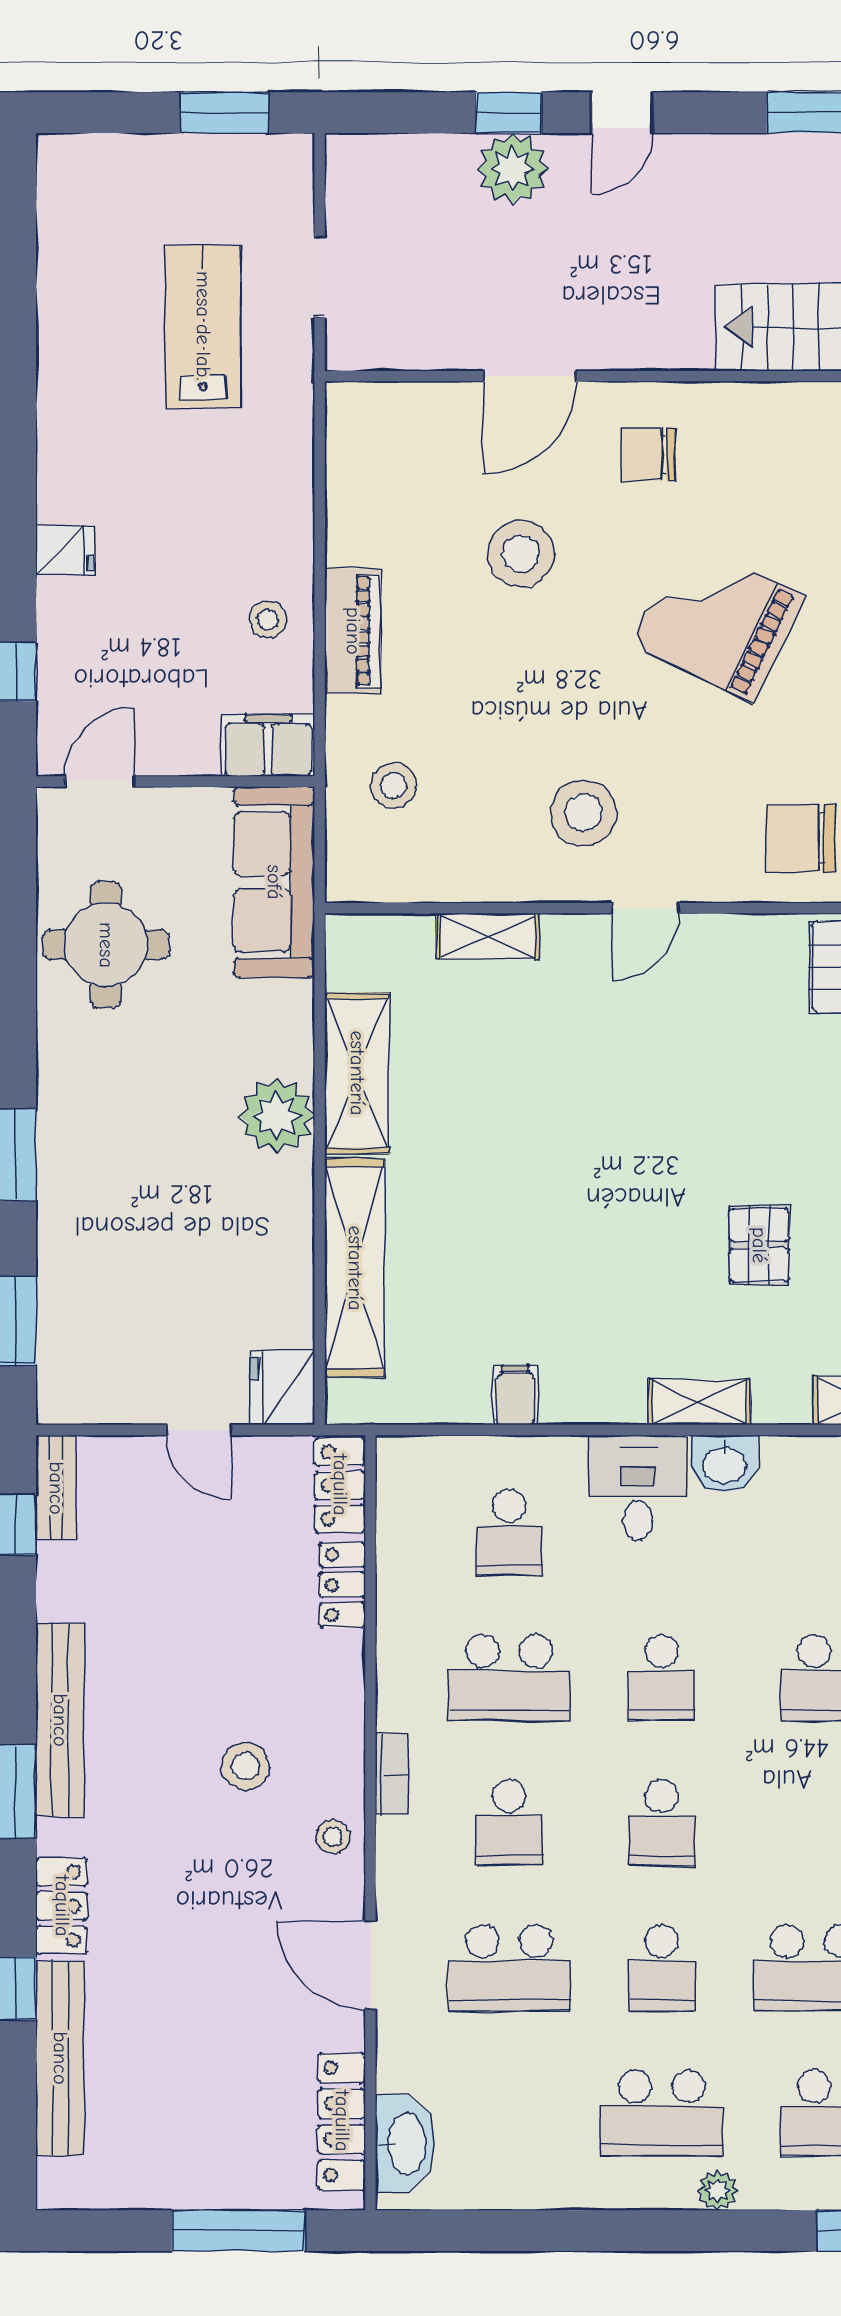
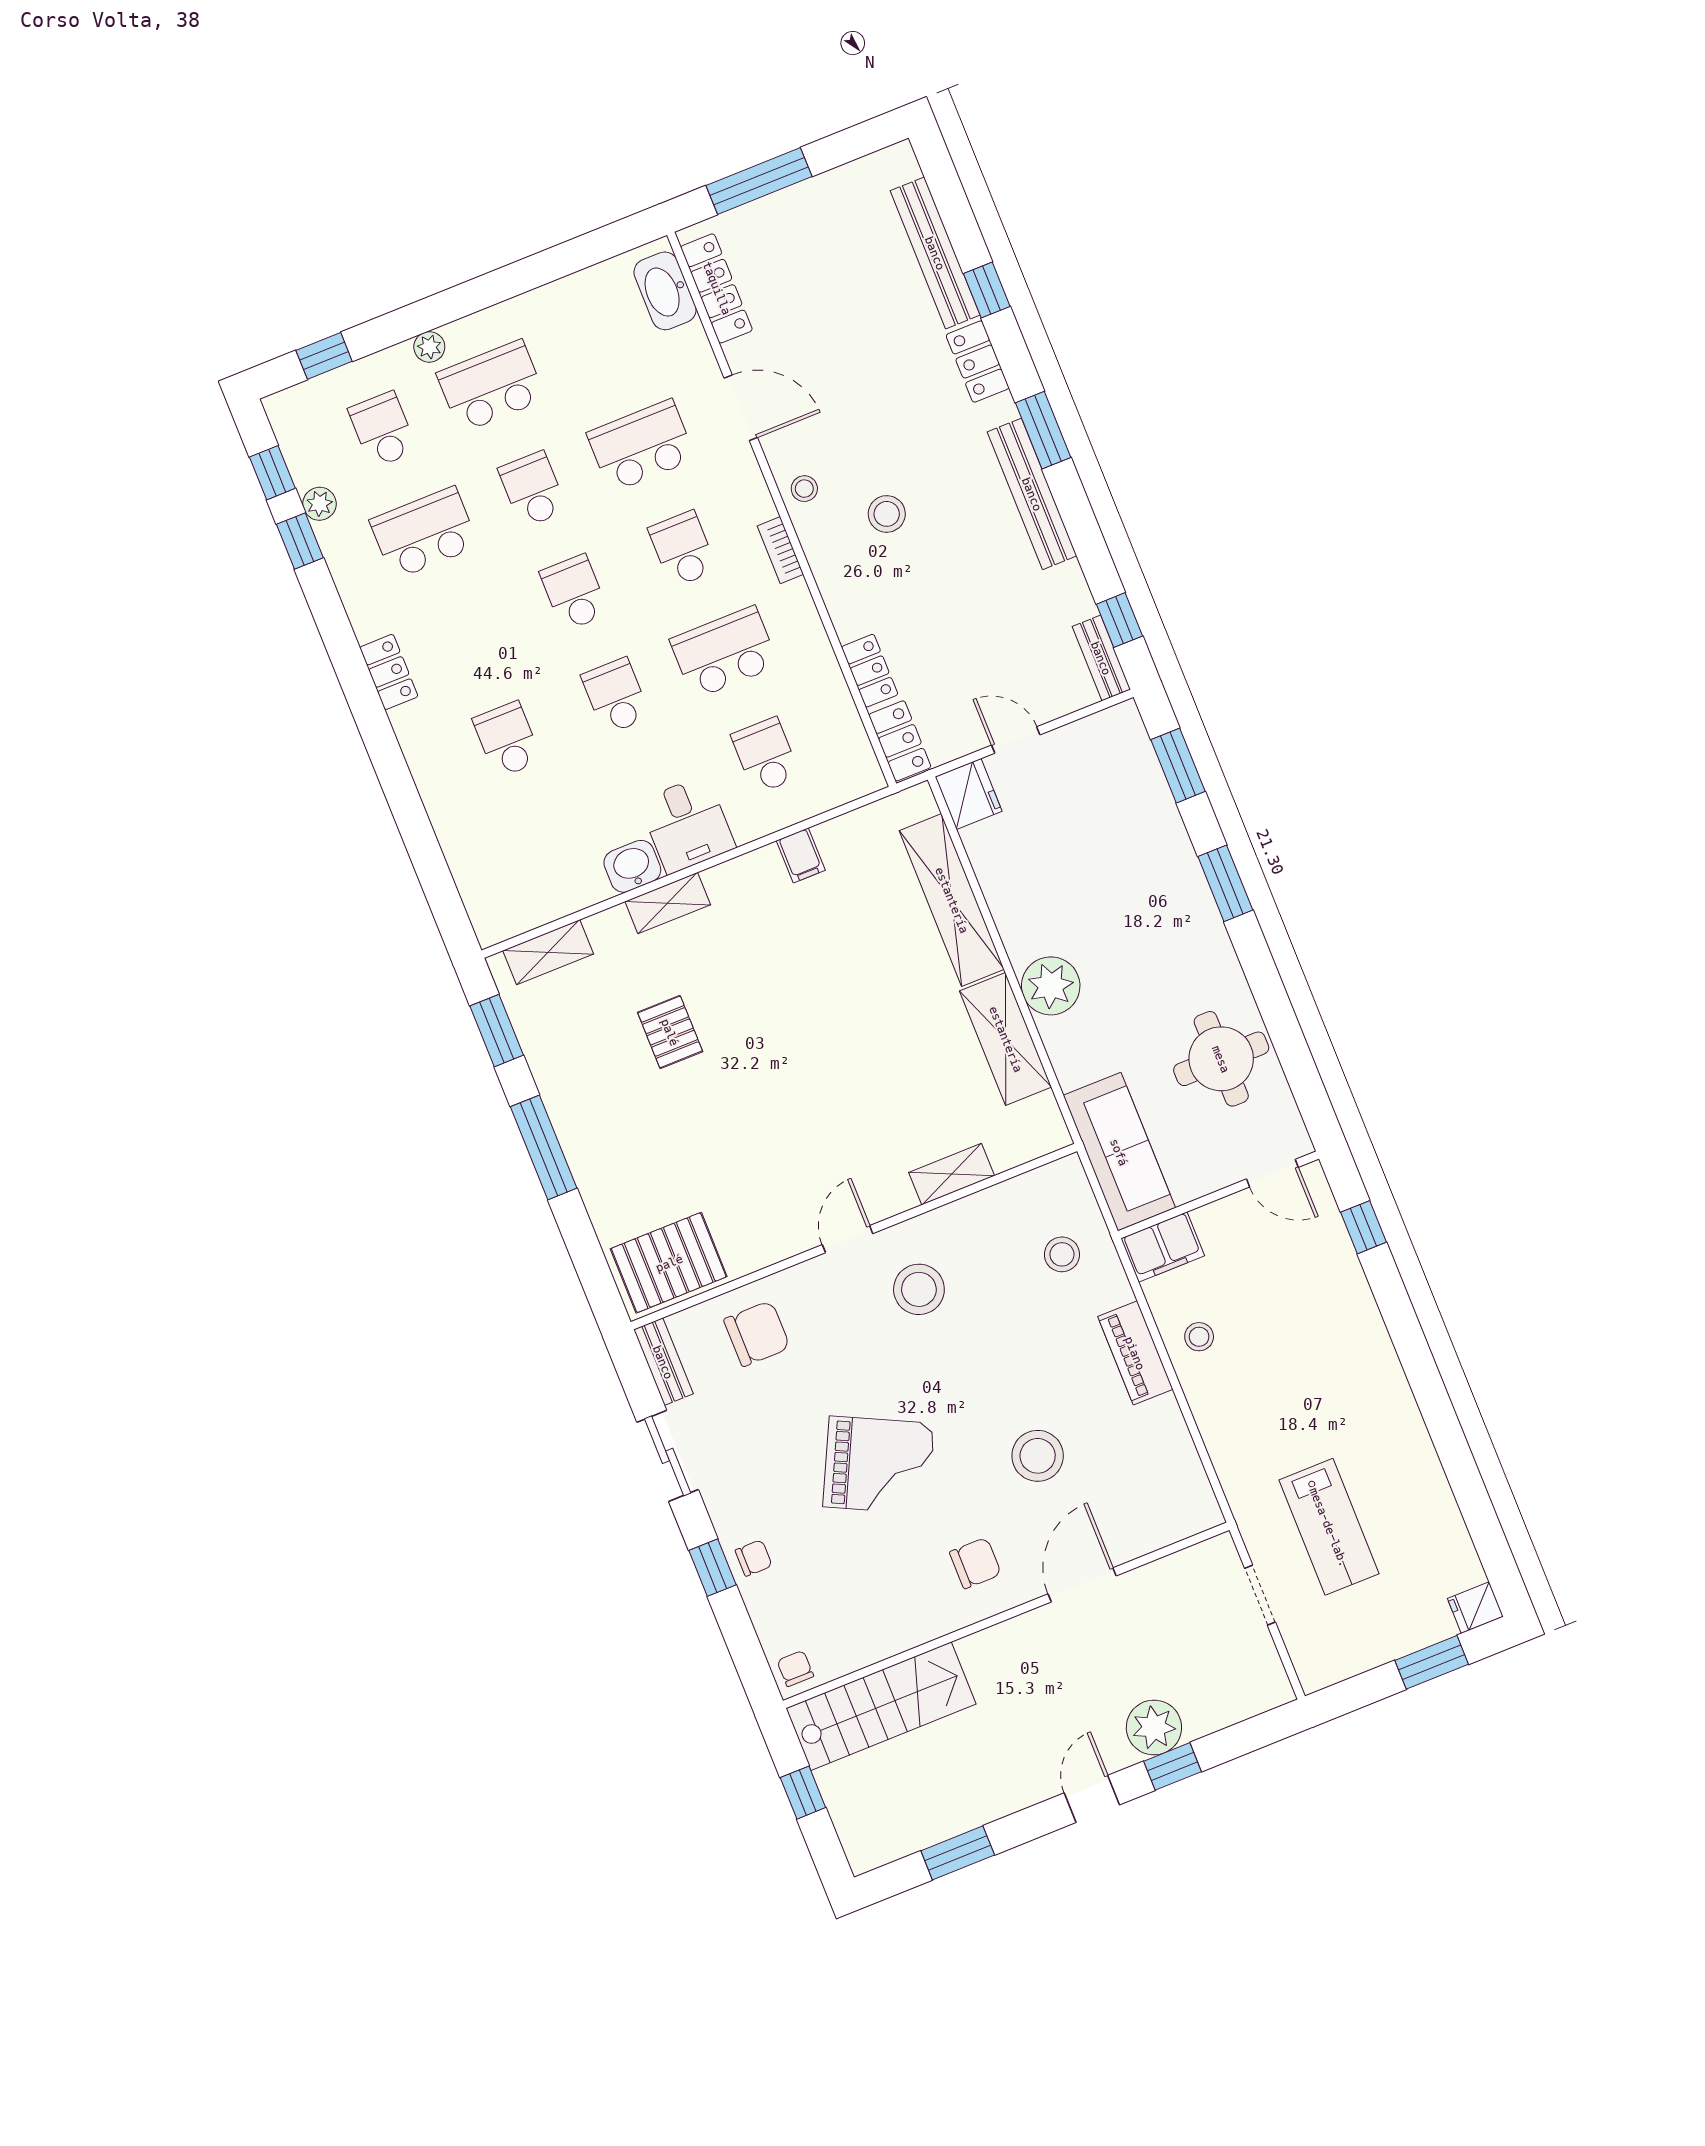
window: (225, 113) -> (1432, 1662), moved
fridge: (65, 550) -> (1475, 1608), moved
door: (100, 782) -> (1272, 1173), hinge flipped

